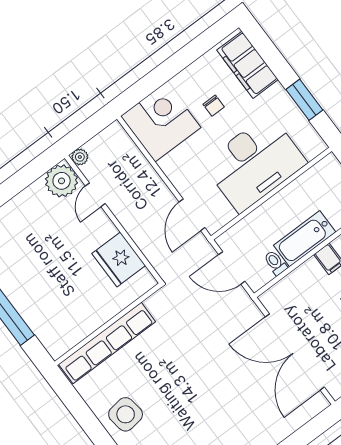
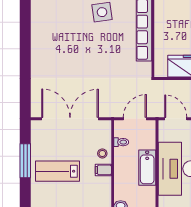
bathtub: (305, 239) -> (147, 168), moved, turned 180
stool: (309, 276) -> (102, 153), added

